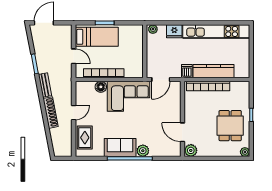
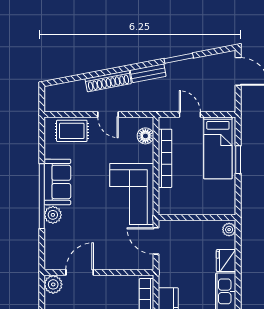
door: (74, 56) -> (190, 115), swing flipped
dishwasher: (187, 71) -> (168, 279), removed
floor lamp: (101, 87) -> (145, 136), moved

